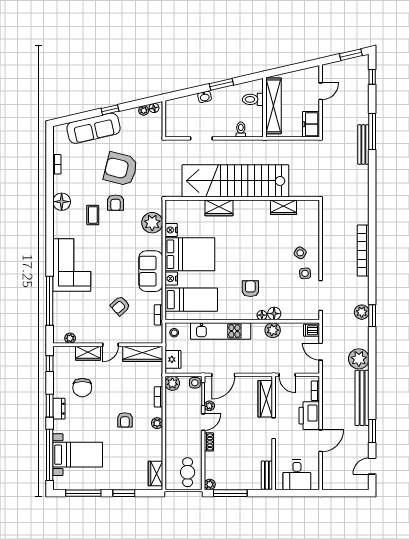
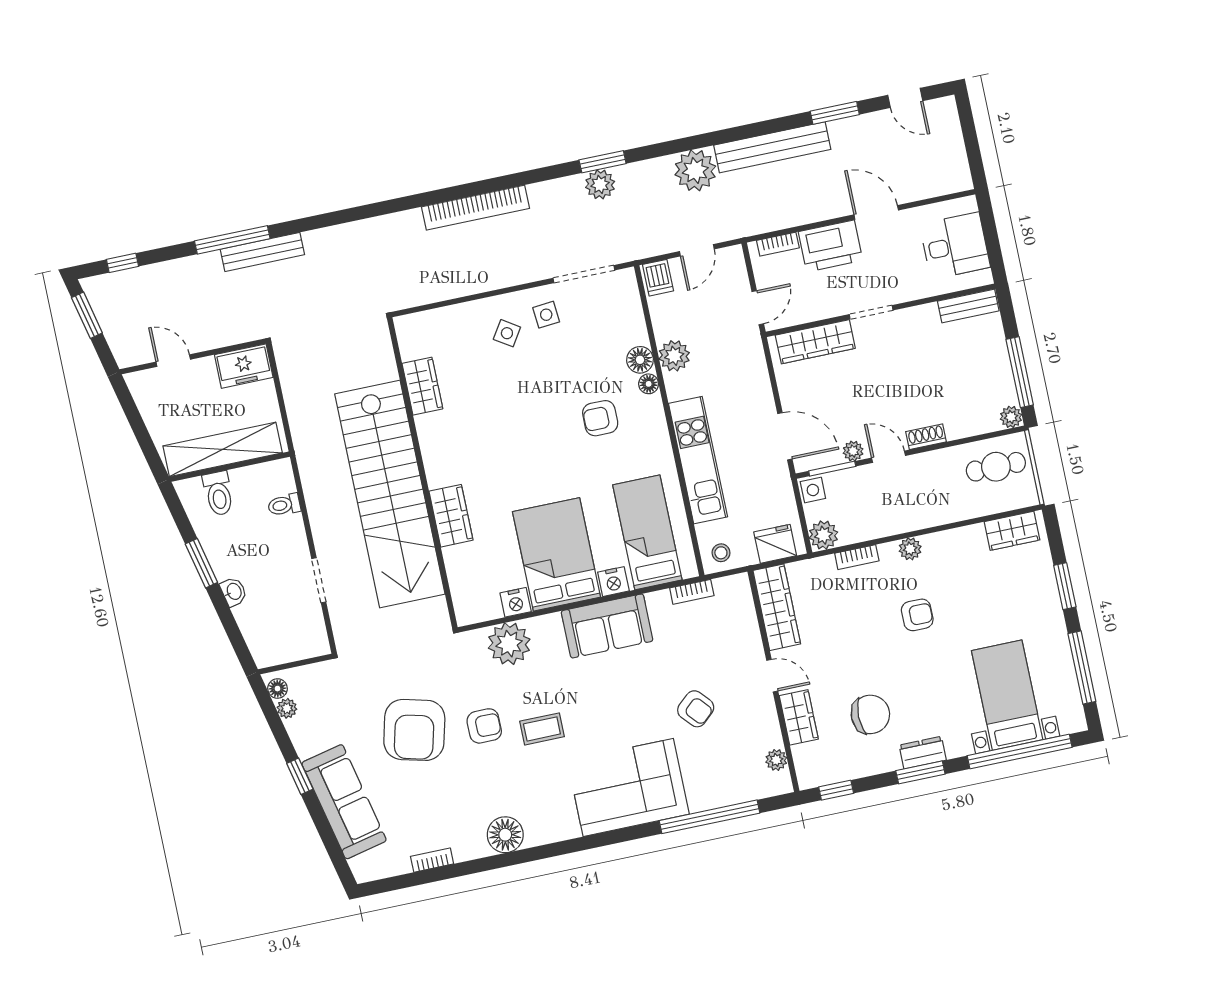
coffee table: (93, 215) -> (542, 729), moved
armchair: (120, 306) -> (696, 709), moved

